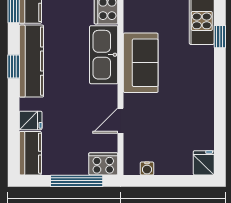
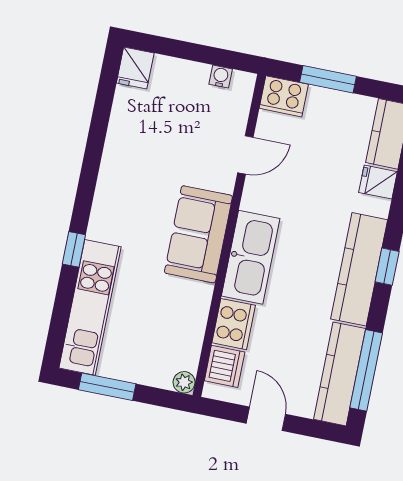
window: (77, 181) -> (328, 79), width x0.69

